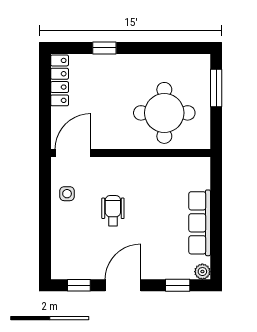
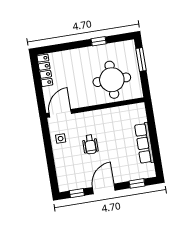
window: (104, 48) -> (99, 41), moved
wheelchair: (113, 211) -> (90, 144), turned 180
plant: (202, 272) -> (151, 173), removed

